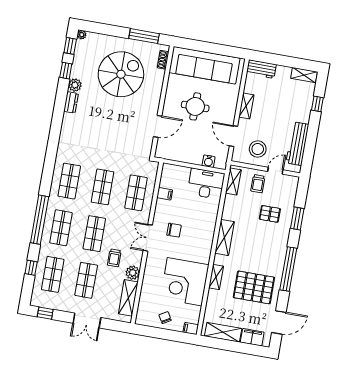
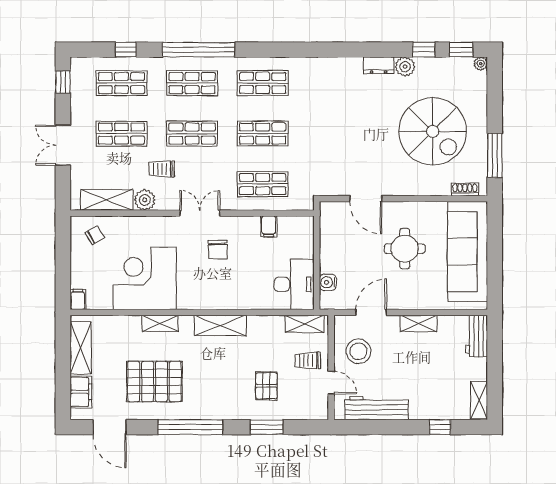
pallet: (254, 287) -> (154, 381), turned 90
chair: (165, 318) -> (95, 235), moved

